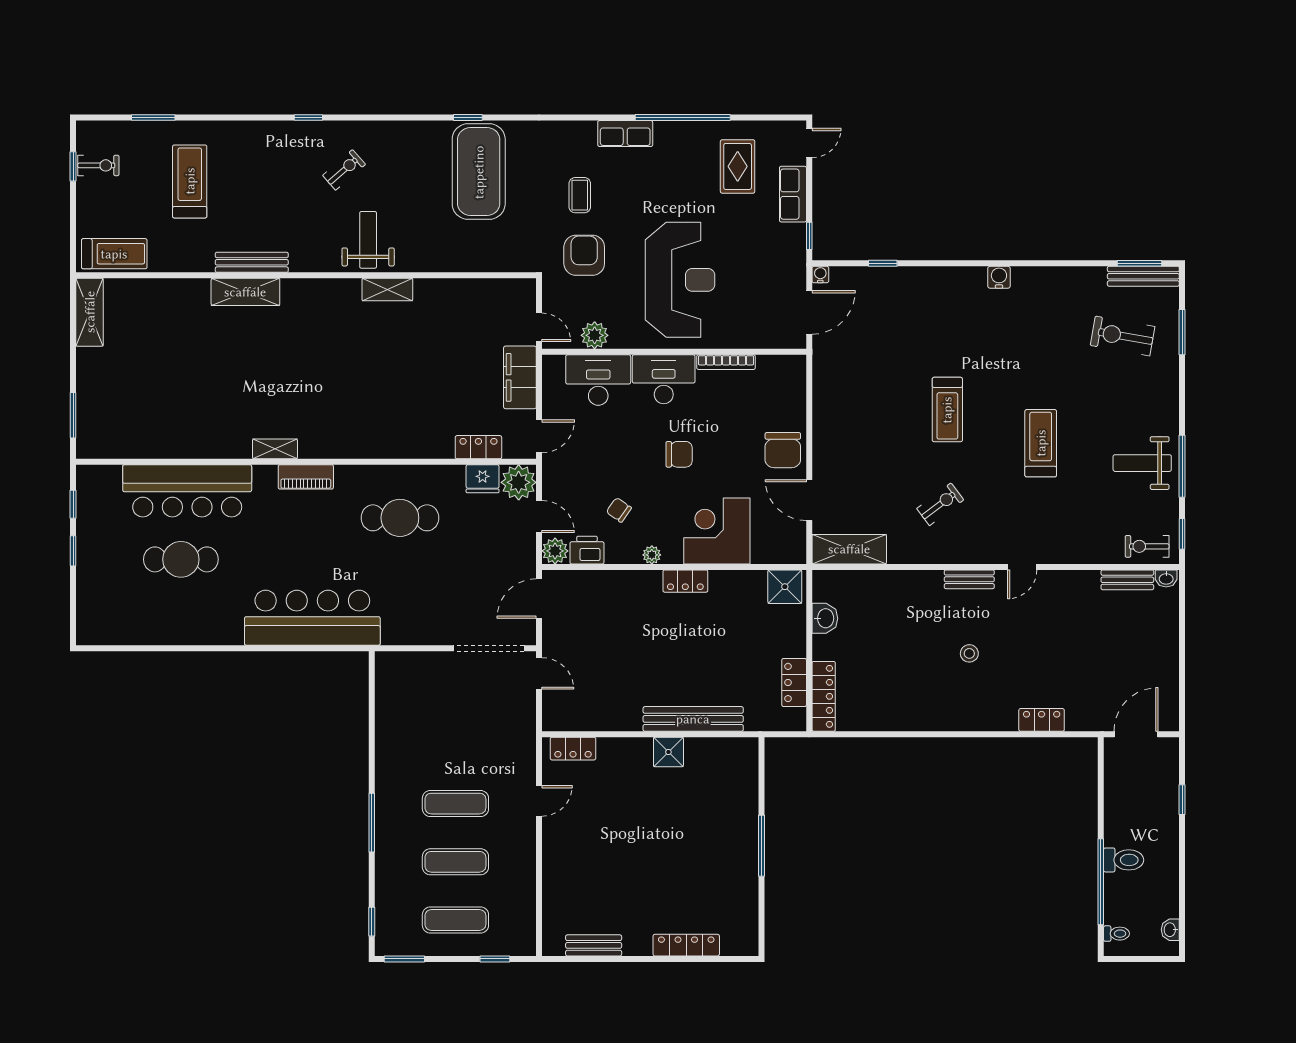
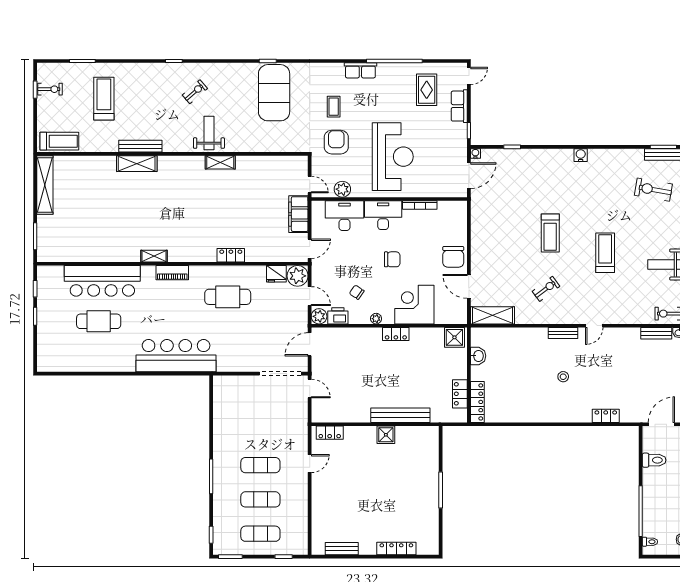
shelving: (90, 312) -> (45, 185), width x1.47
locker: (478, 447) -> (231, 255), moved
toilet: (1124, 860) -> (654, 460), moved

